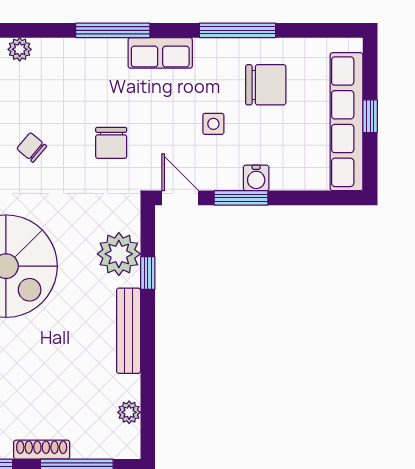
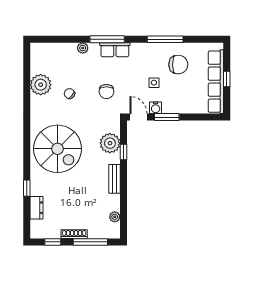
plant: (20, 49) -> (83, 48), moved
row of seats: (160, 53) -> (115, 50), moved
water cooler: (256, 178) -> (156, 108), moved
bench: (129, 331) -> (115, 179), width x0.73

